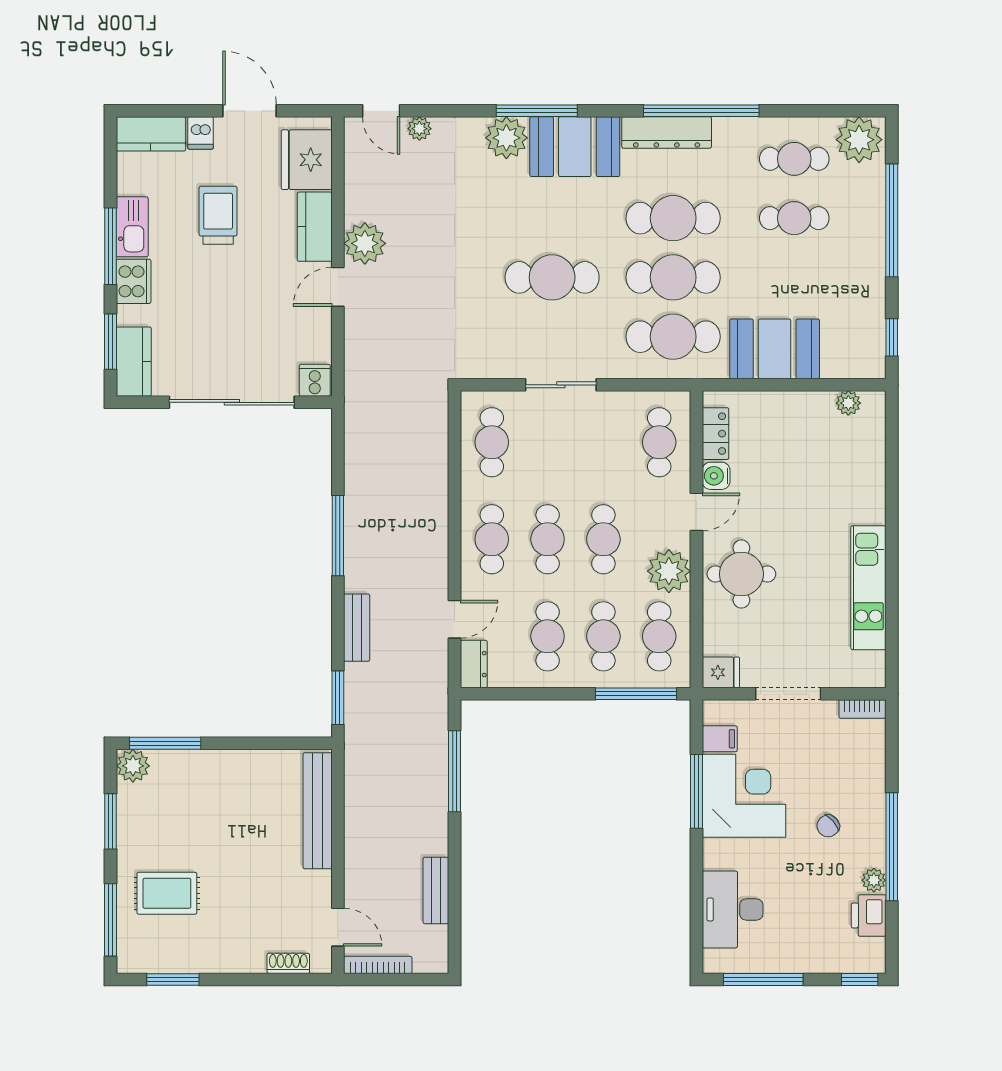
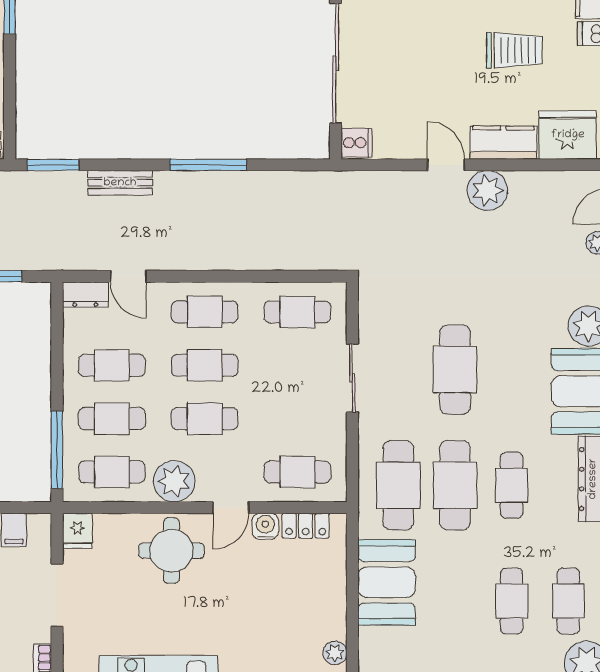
cafe table: (673, 218) -> (512, 485), width x0.73, depth x0.74
door: (696, 512) -> (231, 508), hinge flipped

